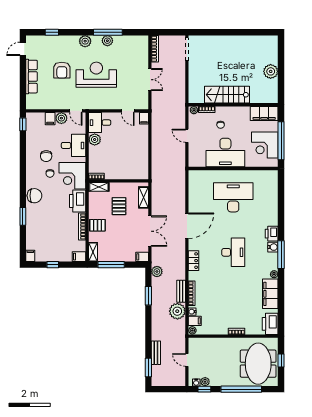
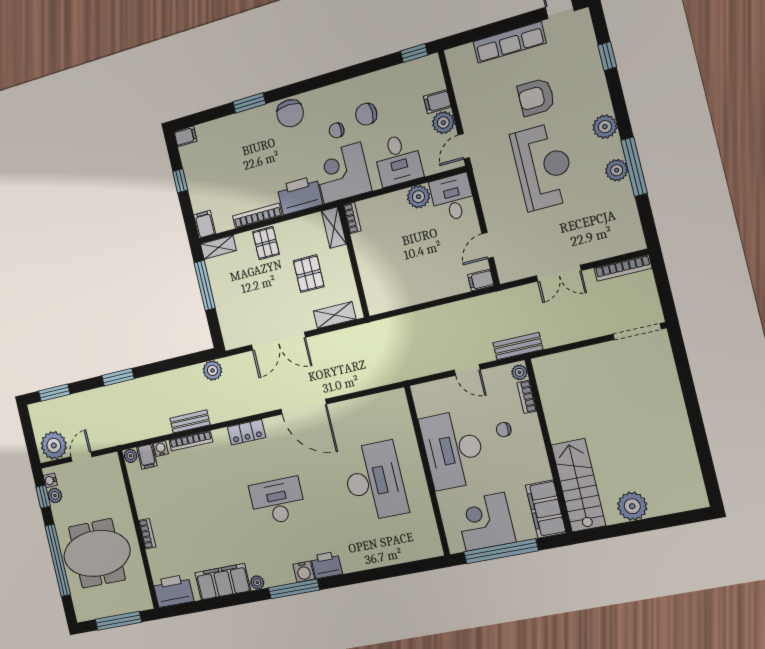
stairs: (227, 95) -> (578, 485), moved
door: (187, 136) -> (467, 370), swing flipped
pallet: (119, 206) -> (309, 274), turned 90
desk: (233, 252) -> (277, 501), turned 180
filing cabinet: (142, 257) -> (231, 338), removed
window: (148, 296) -> (118, 377), moved
plant: (177, 311) -> (54, 445), moved
bench: (156, 353) -> (518, 346), moved
window: (281, 361) -> (118, 621), width x2.17
meeting table: (258, 364) -> (97, 553), moved

